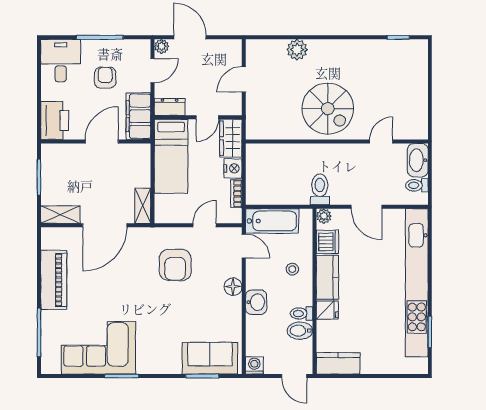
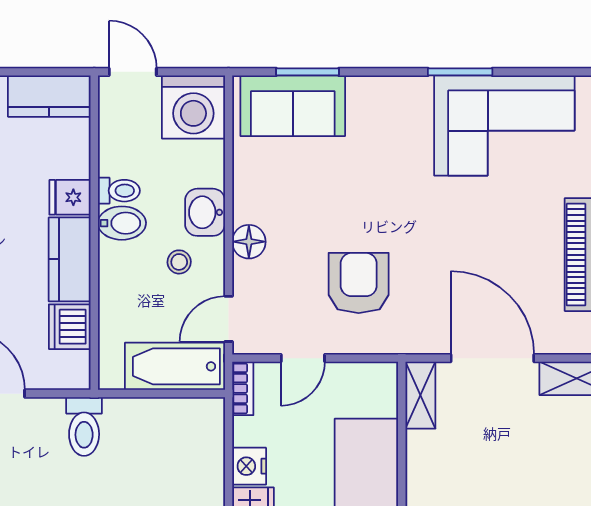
bookcase: (236, 194) -> (243, 388), moved
plant: (324, 216) -> (76, 376), removed
door: (105, 225) -> (492, 358), hinge flipped
door: (244, 246) -> (229, 319), hinge flipped
stool: (292, 269) -> (179, 262), moved
bidet: (300, 331) -> (122, 223), moved
washing machine: (254, 365) -> (193, 107), width x1.89, depth x1.89

